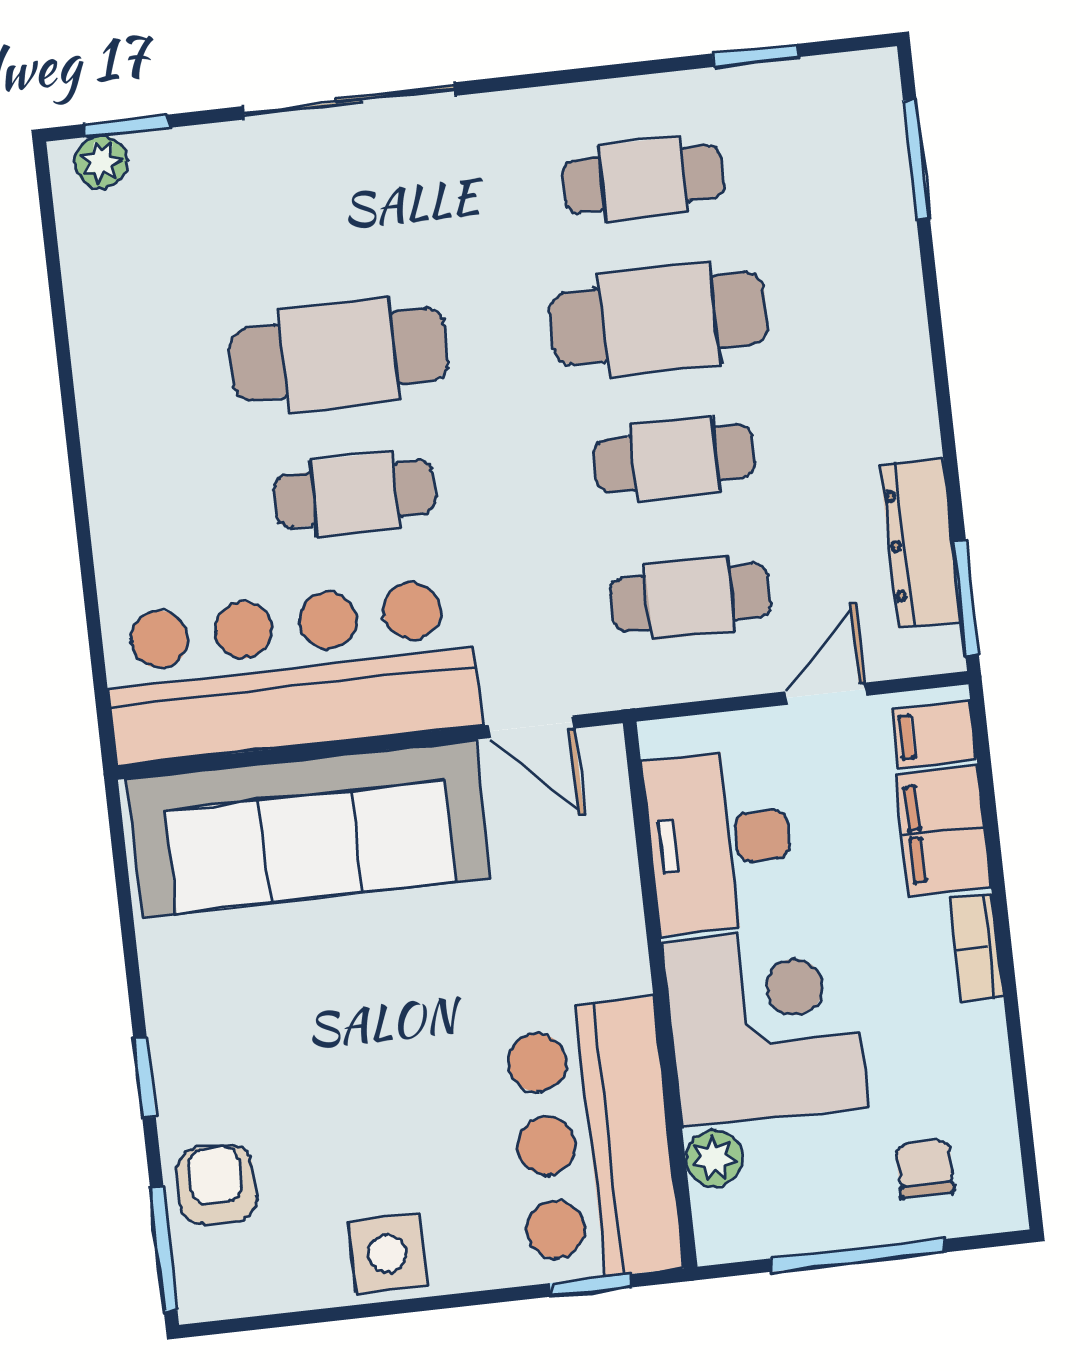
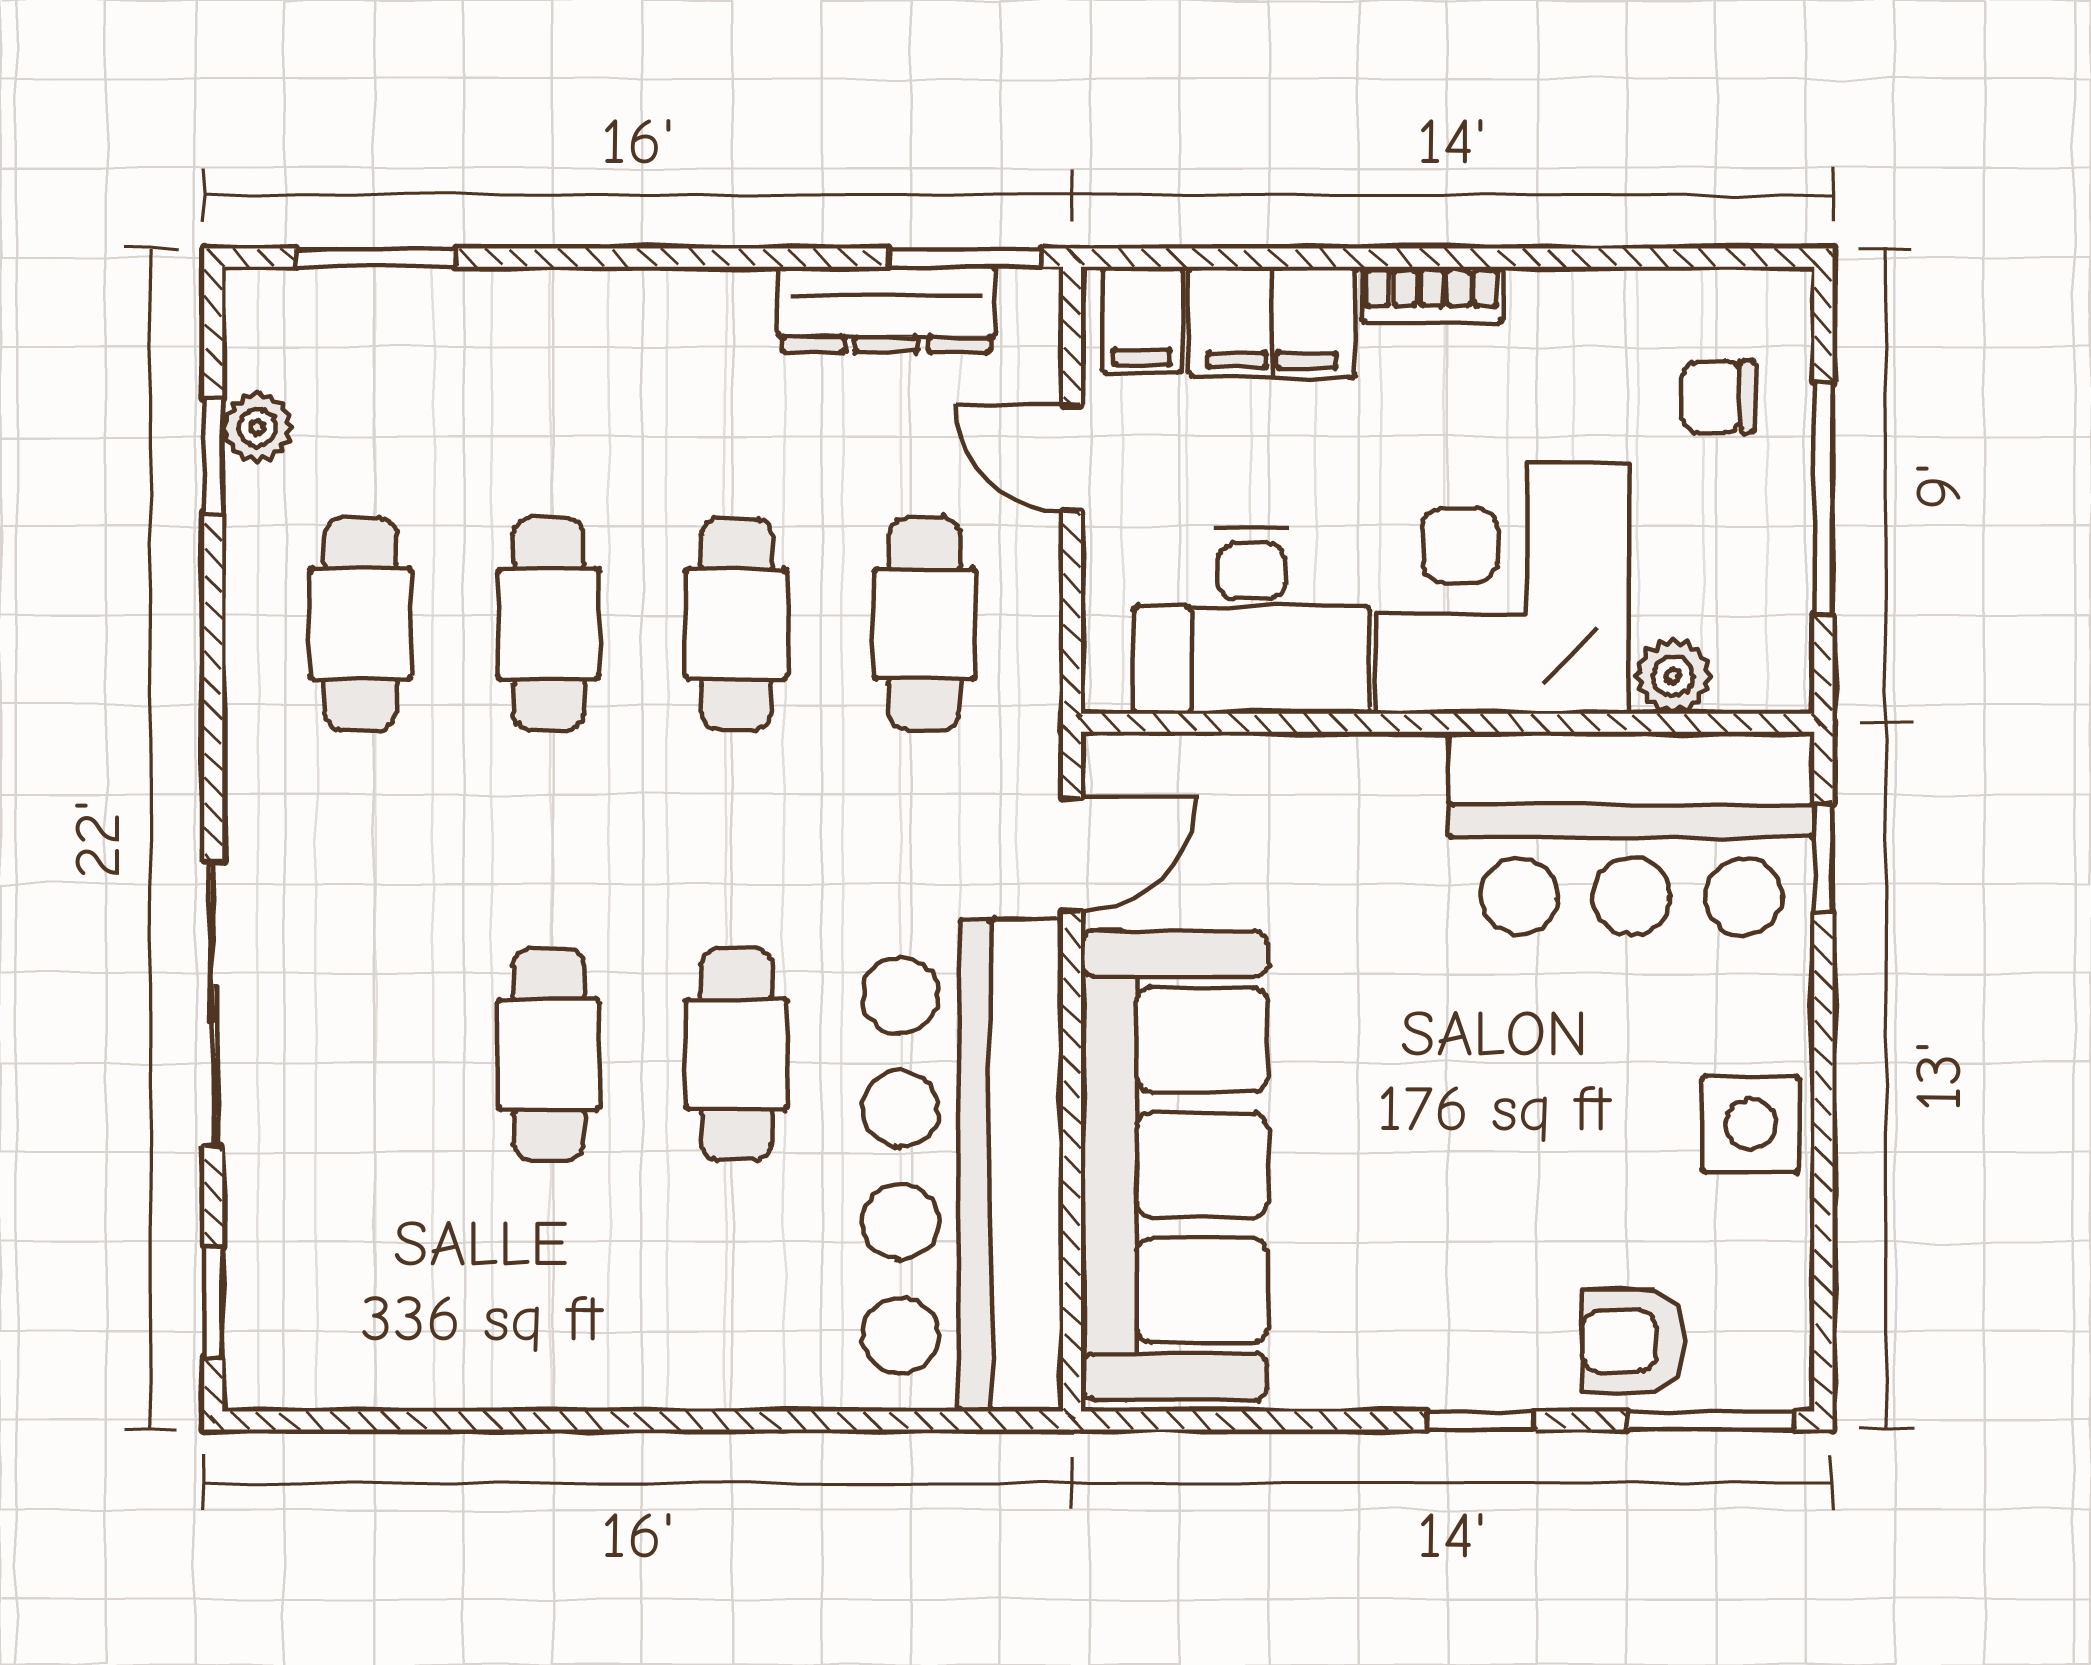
plant: (101, 162) -> (257, 428), moved
cafe table: (659, 319) -> (549, 624), width x0.73, depth x0.74
cafe table: (339, 354) -> (549, 1054), width x0.73, depth x0.74

